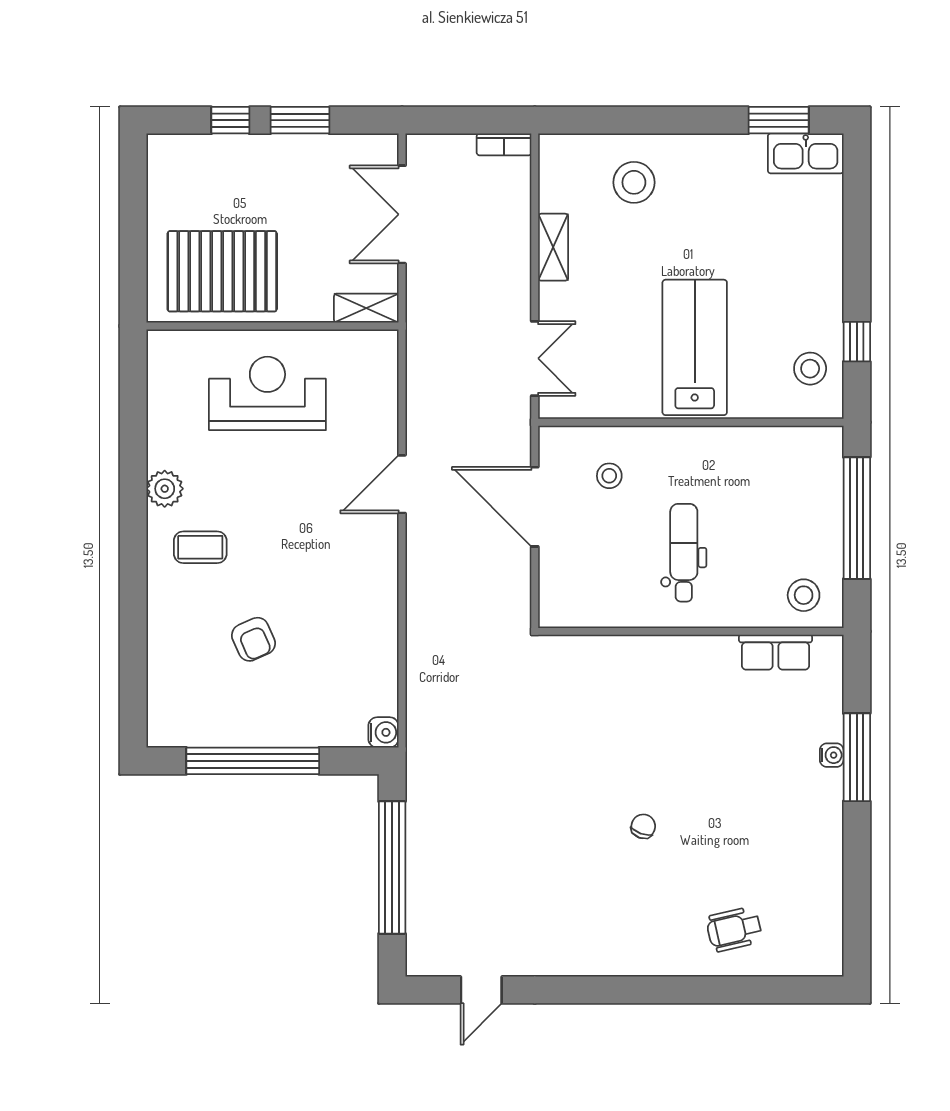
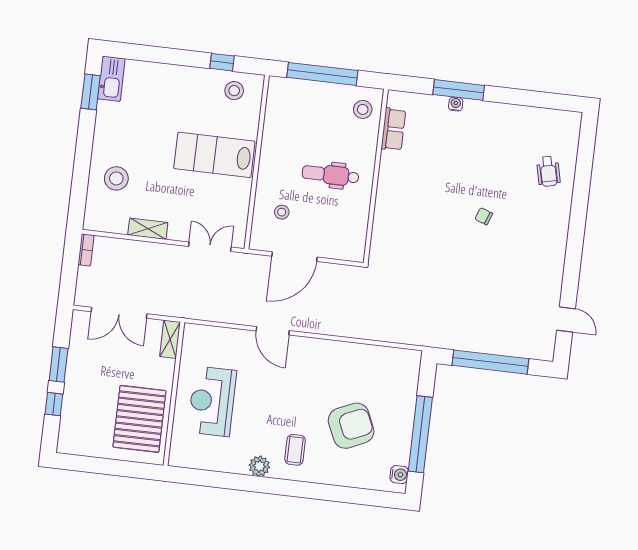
armchair: (253, 639) -> (351, 426), width x1.88, depth x1.88
water cooler: (383, 732) -> (399, 475), moved, turned 90

